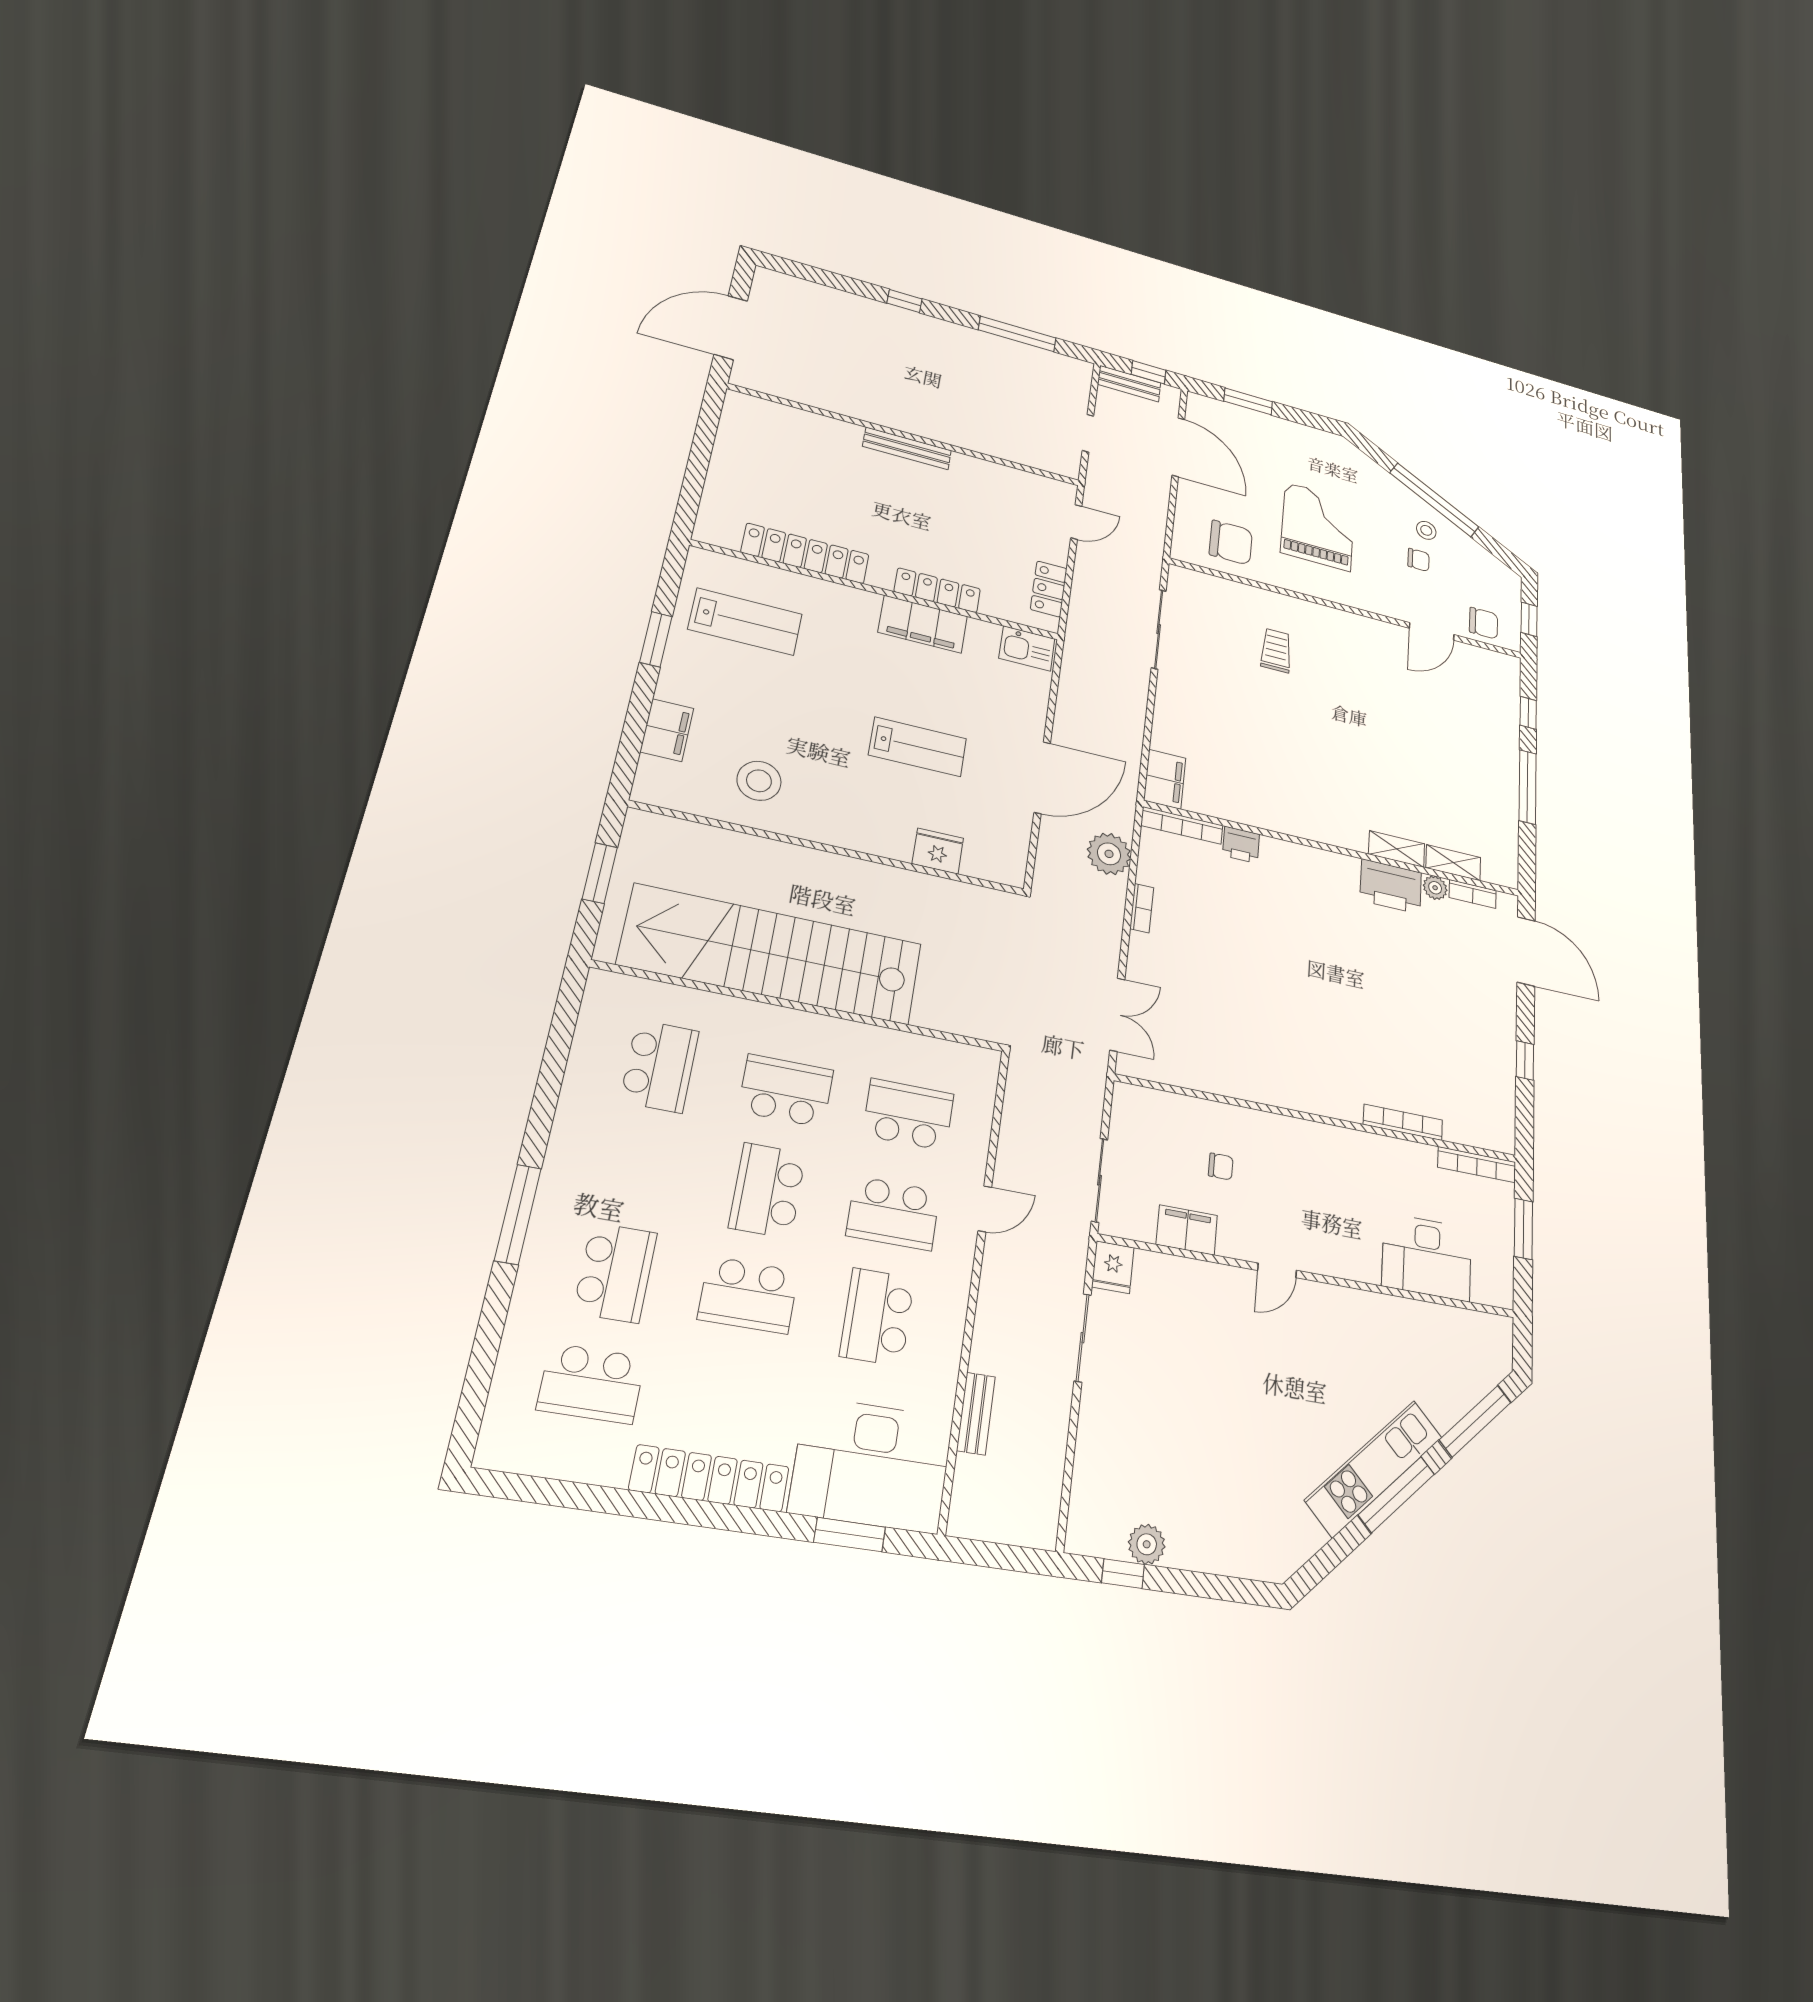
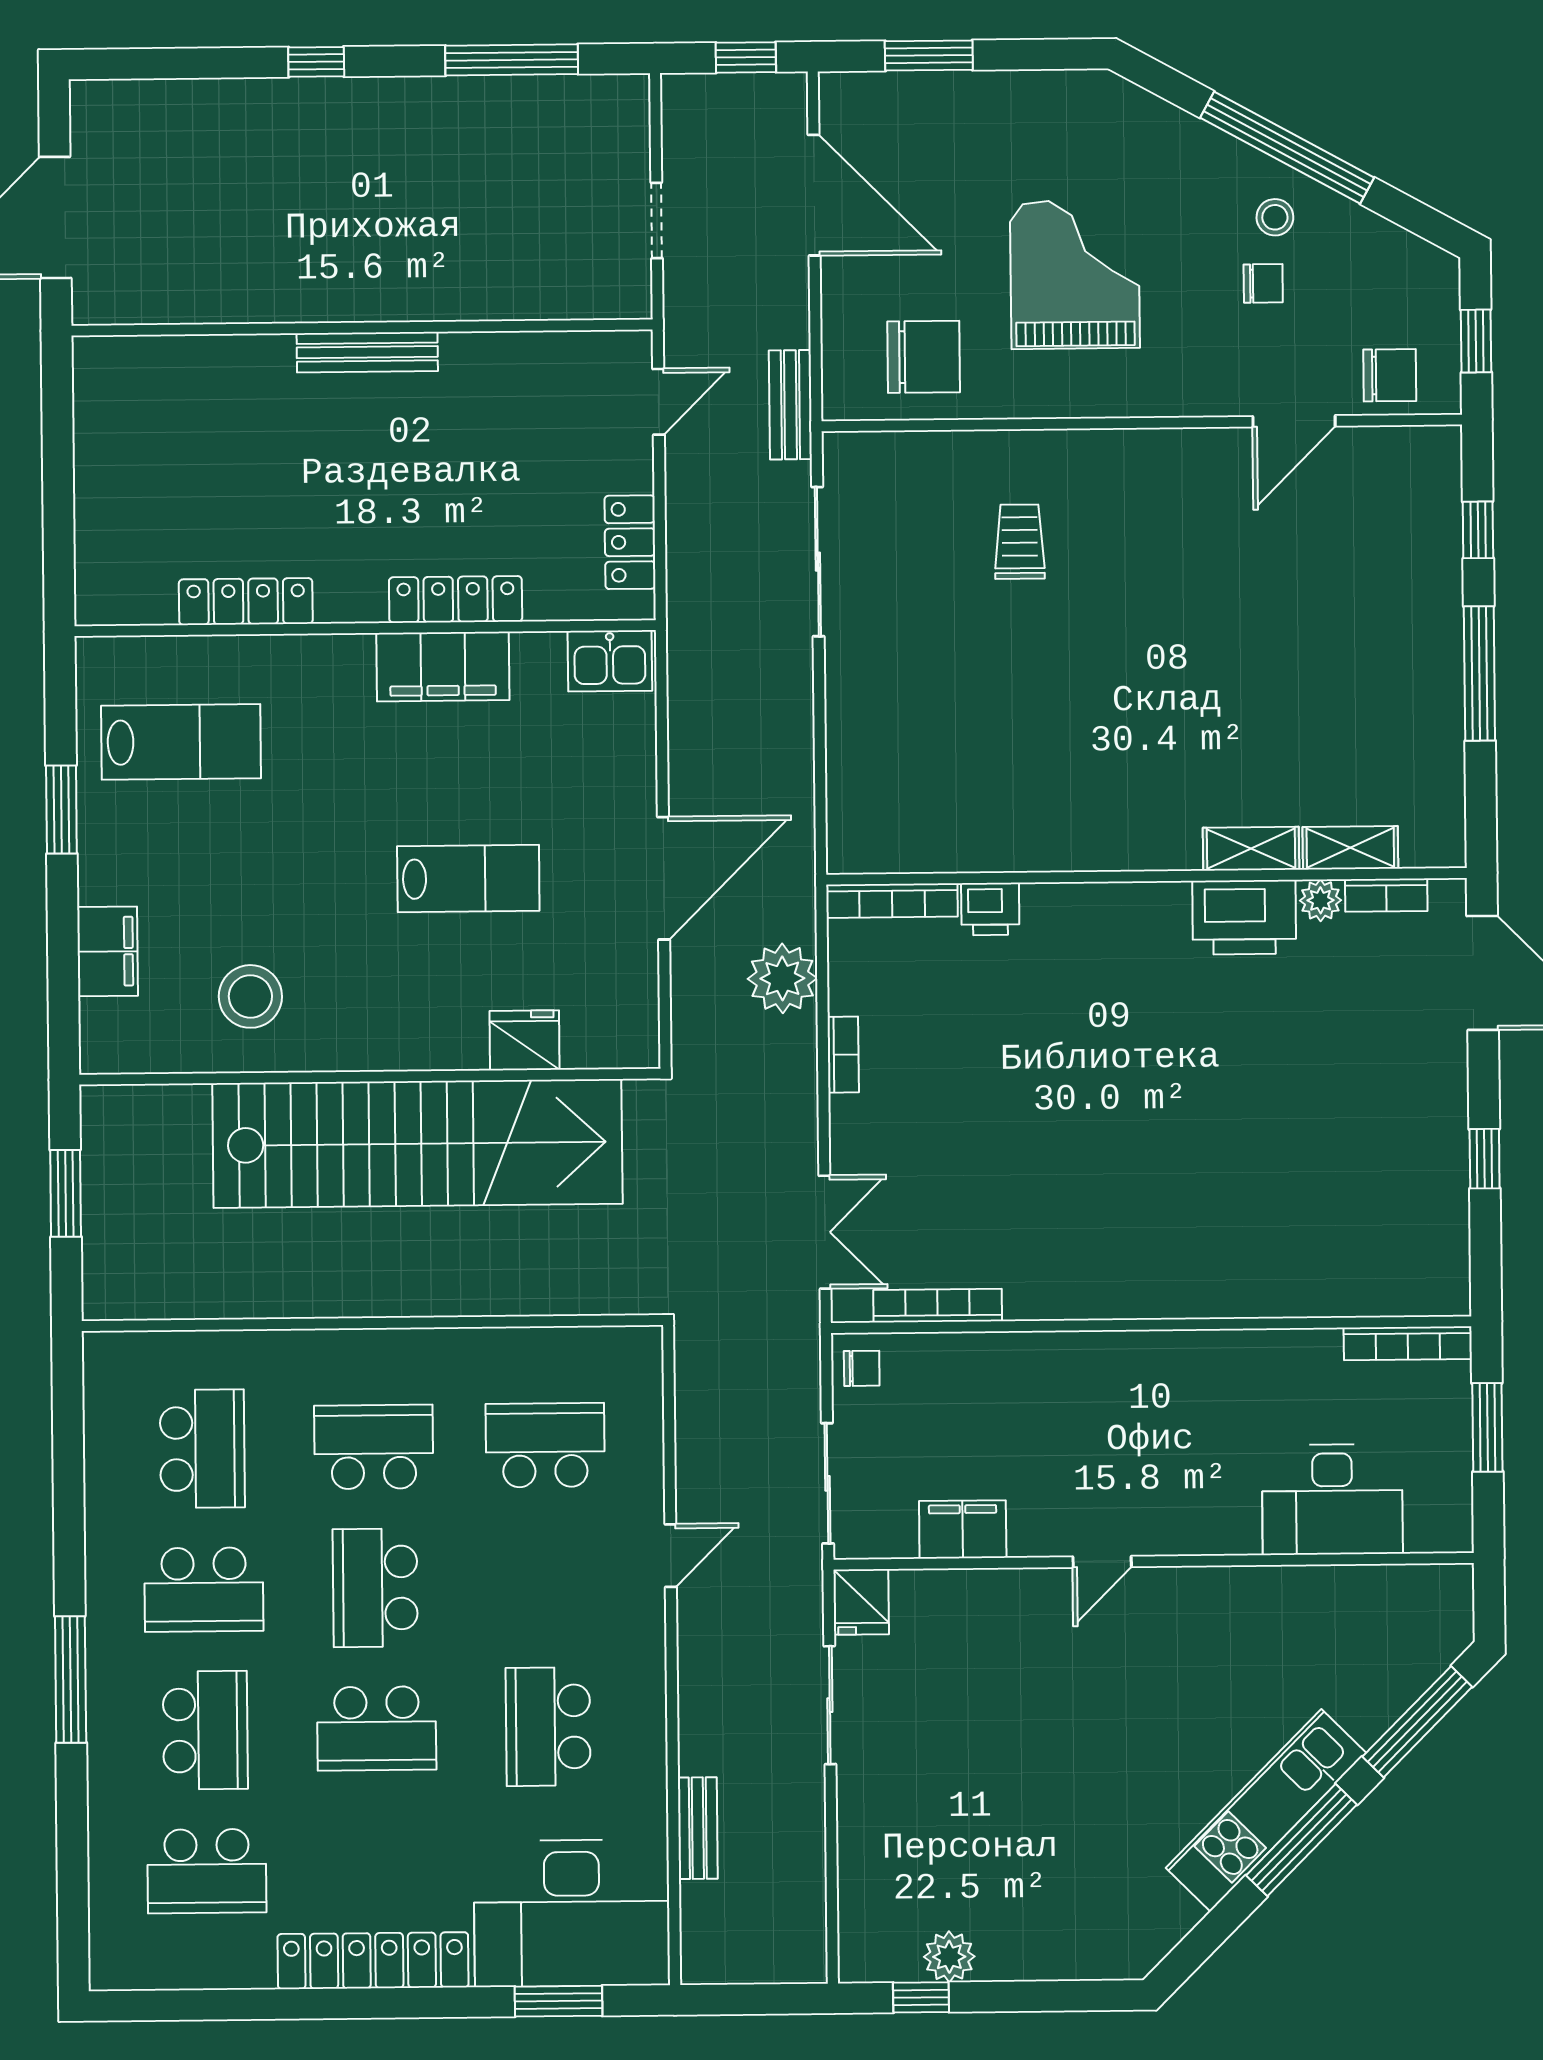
bench: (1129, 384) -> (790, 405), moved, turned 90
locker: (805, 553) -> (246, 602), width x0.71, depth x0.83
filing cabinet: (1165, 779) -> (856, 829), removed
stairs: (772, 954) -> (417, 1144), moved, turned 180
bookcase: (1403, 1122) -> (938, 1306), moved
chair: (1221, 1166) -> (862, 1368), moved
school desk: (893, 1213) -> (204, 1590), moved

